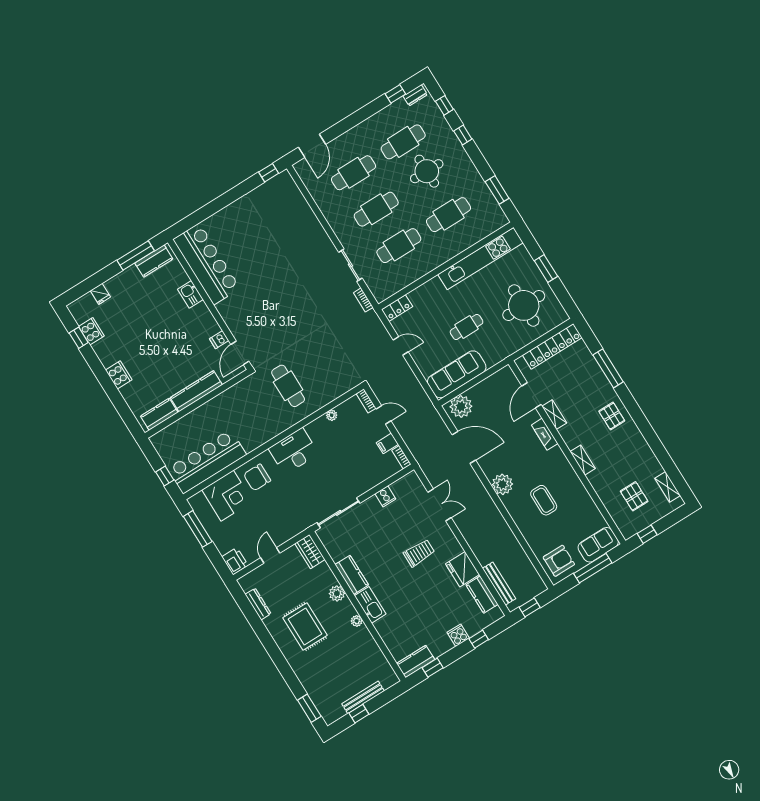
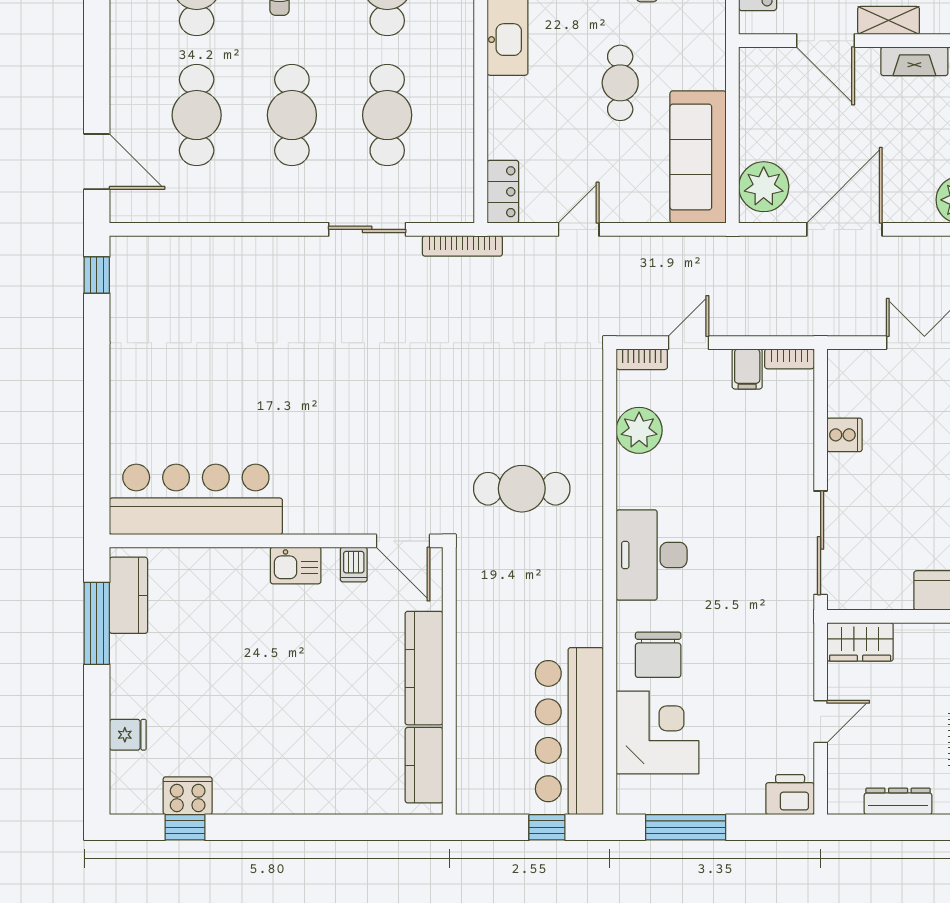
kitchen sink: (190, 294) -> (296, 566), moved
bookcase: (363, 300) -> (462, 246), width x1.56
cooker: (119, 375) -> (302, 795), removed
plant: (332, 415) -> (639, 430), width x1.87, depth x1.87
door: (270, 555) -> (821, 722), swing flipped

